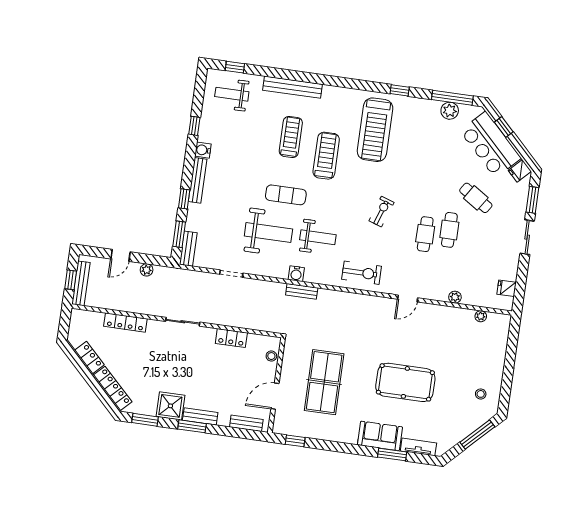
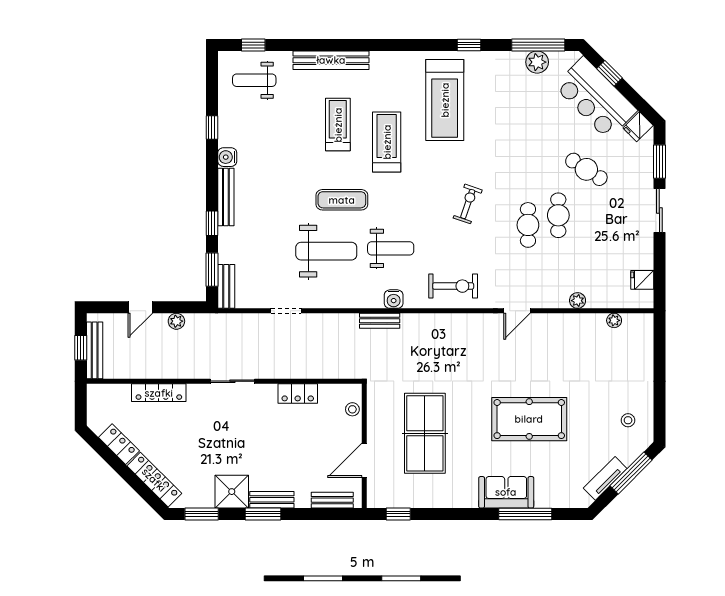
water cooler: (296, 274) -> (394, 299), moved
tv unit: (418, 447) -> (605, 478), moved, turned -45
window: (392, 454) -> (525, 514), width x1.44

